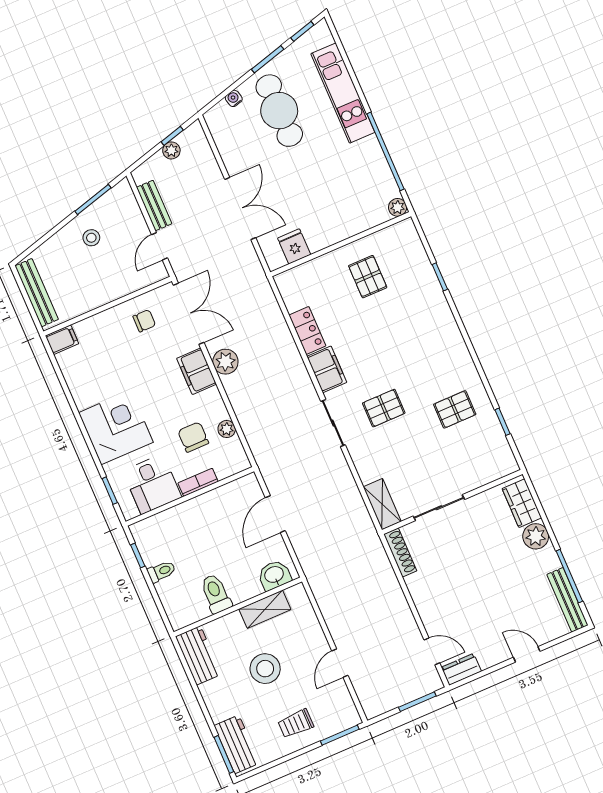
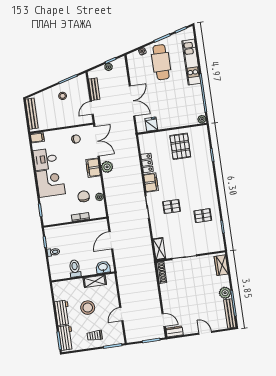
pallet: (368, 277) -> (180, 146), width x1.50, depth x1.42
desk: (152, 484) -> (45, 159), moved, turned 90
plant: (536, 536) -> (225, 293), moved
workbench: (198, 655) -> (62, 313), moved

